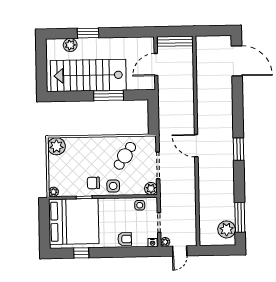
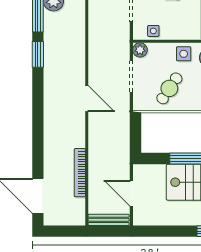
door: (156, 65) -> (131, 193), swing flipped
bookcase: (201, 81) -> (80, 173), added
window: (239, 149) -> (38, 54), moved

